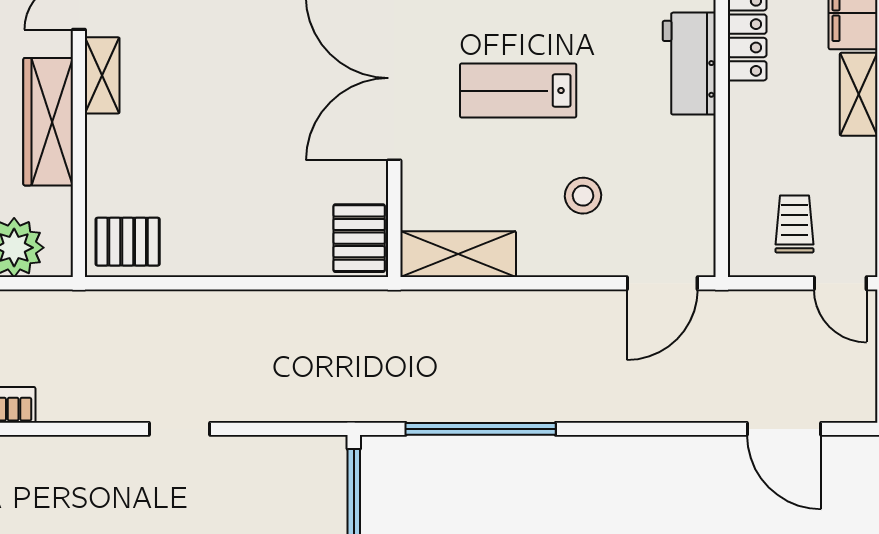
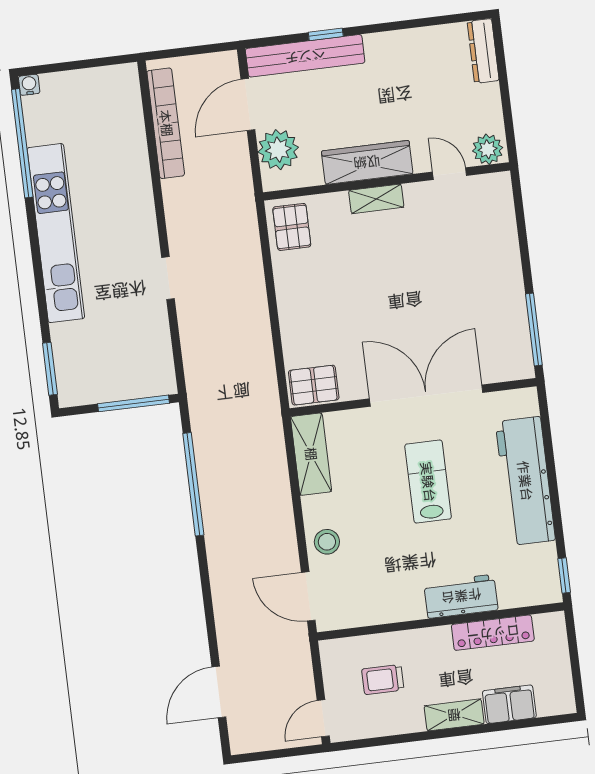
shelving: (102, 75) -> (376, 199), moved
stool: (583, 196) -> (327, 542), moved
trolley: (794, 224) -> (383, 679), moved, turned 180

